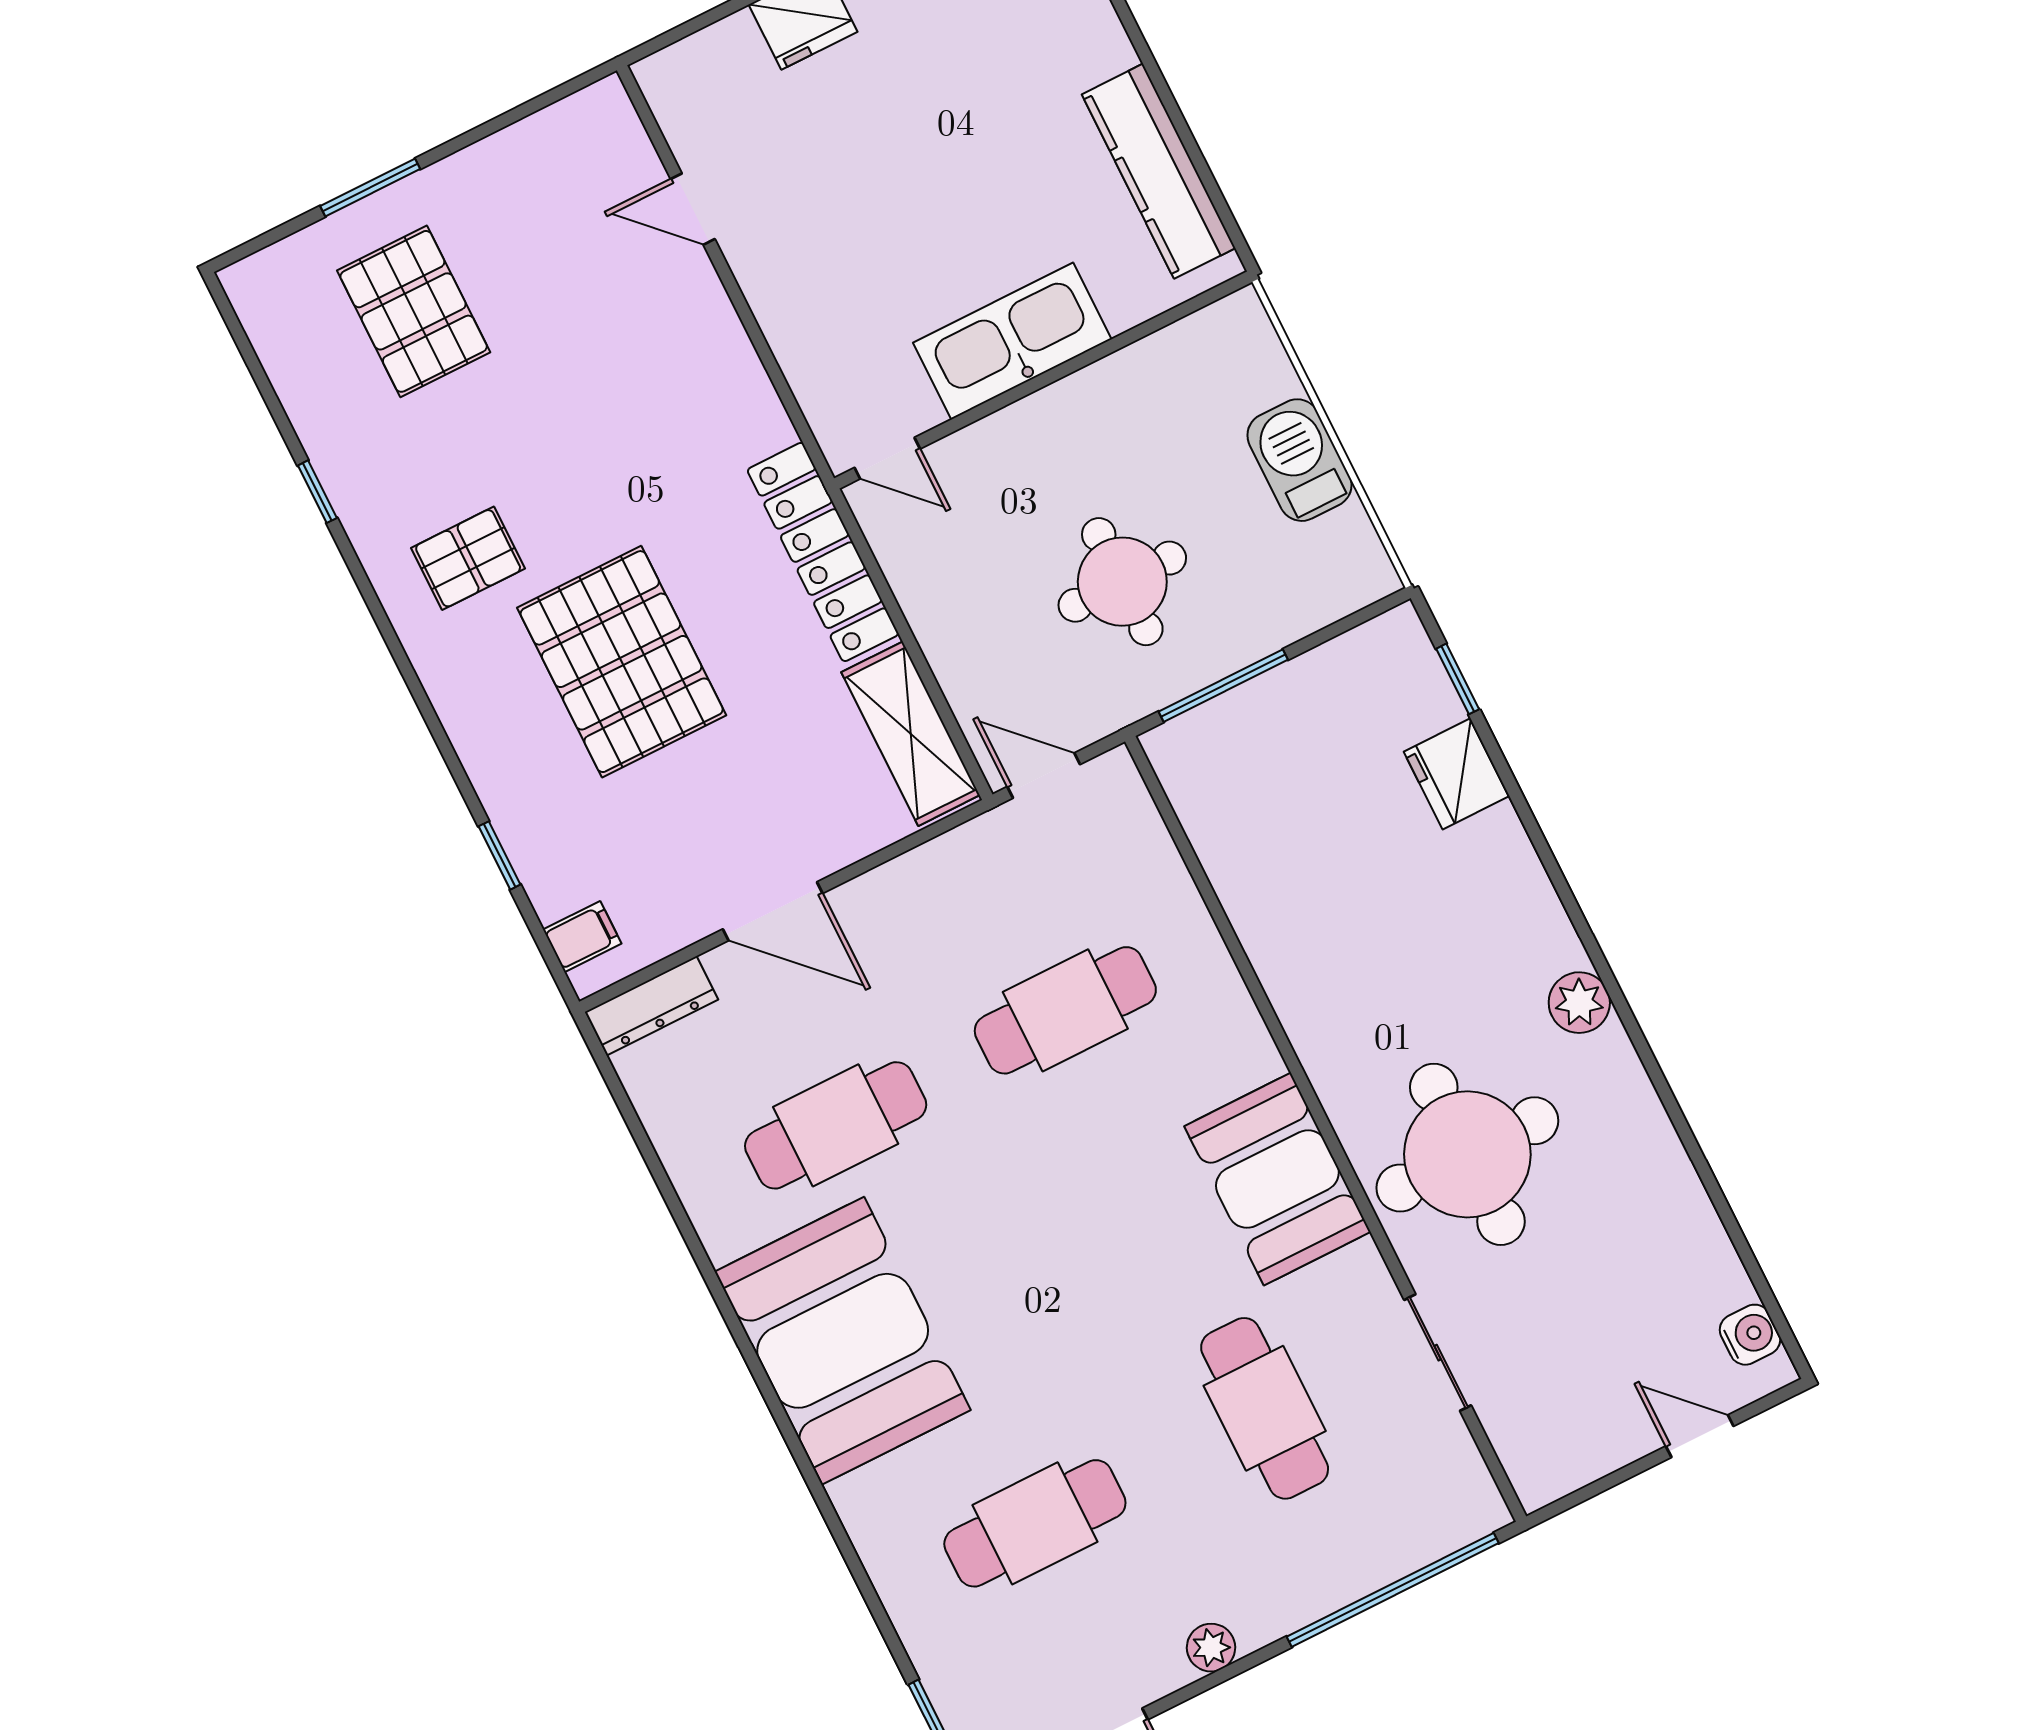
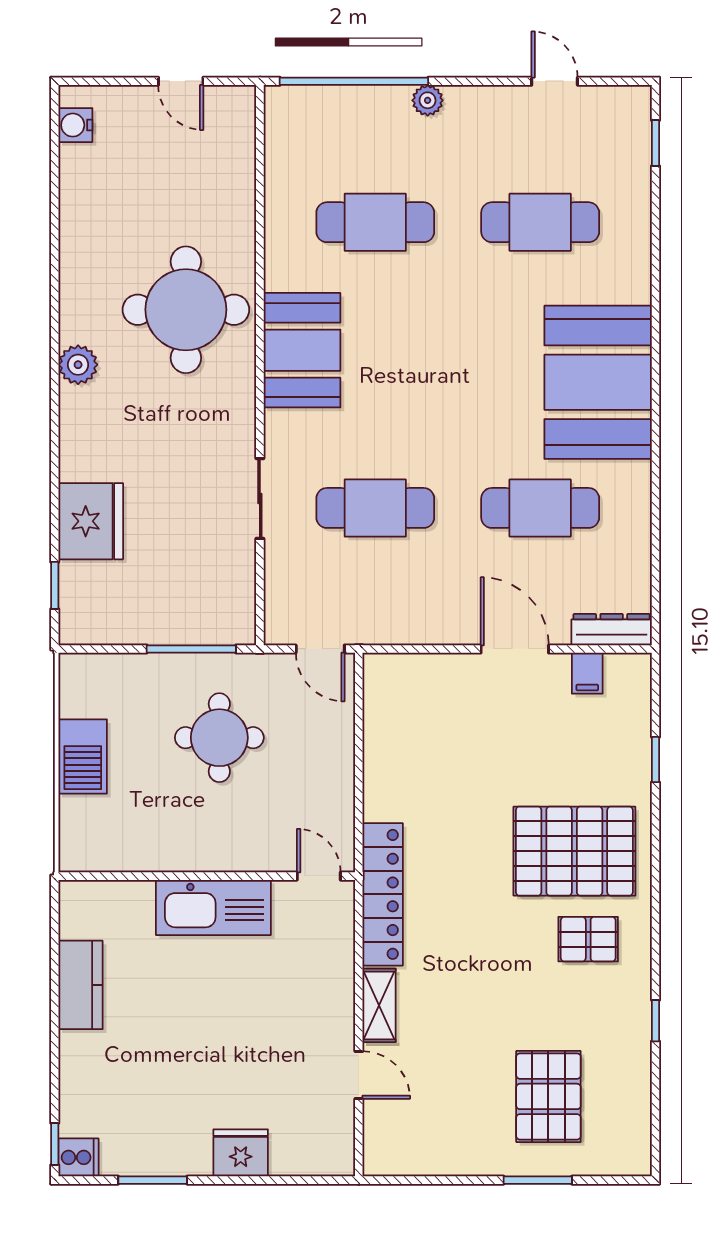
kitchen counter: (1159, 171) -> (81, 985), width x0.67
locker: (823, 552) -> (383, 894), moved
pallet: (622, 662) -> (574, 851), moved, turned 90
shelving: (911, 734) -> (379, 1005), moved, width x0.67, depth x0.75
fridge: (1457, 774) -> (91, 521), width x1.36, depth x1.34
filing cabinet: (582, 937) -> (587, 673), moved, turned -90
sliding door: (1438, 1353) -> (260, 498), moved
cafe table: (1265, 1408) -> (375, 222), turned 90
door: (1700, 1436) -> (181, 81), moved
plant: (1211, 1648) -> (428, 100), moved

